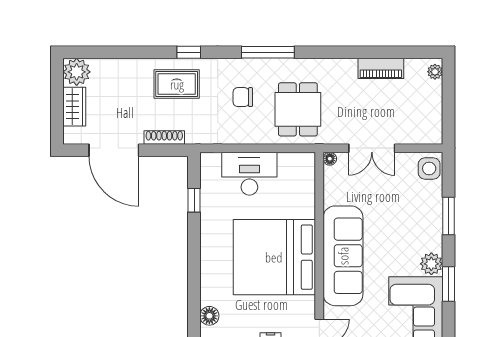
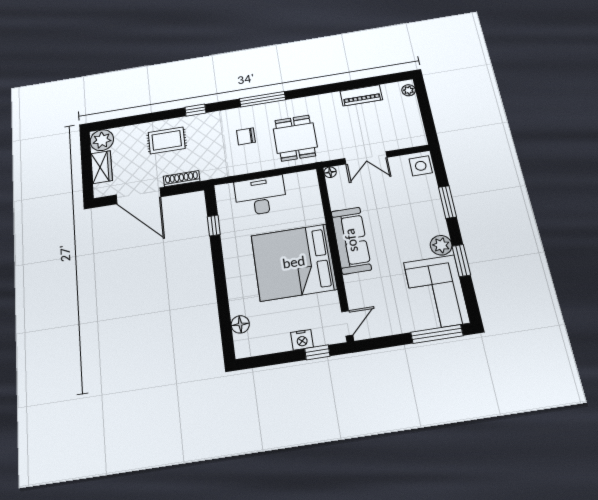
rug: (177, 84) -> (167, 140), moved
sofa: (343, 256) -> (351, 240), width x0.74, depth x0.79

